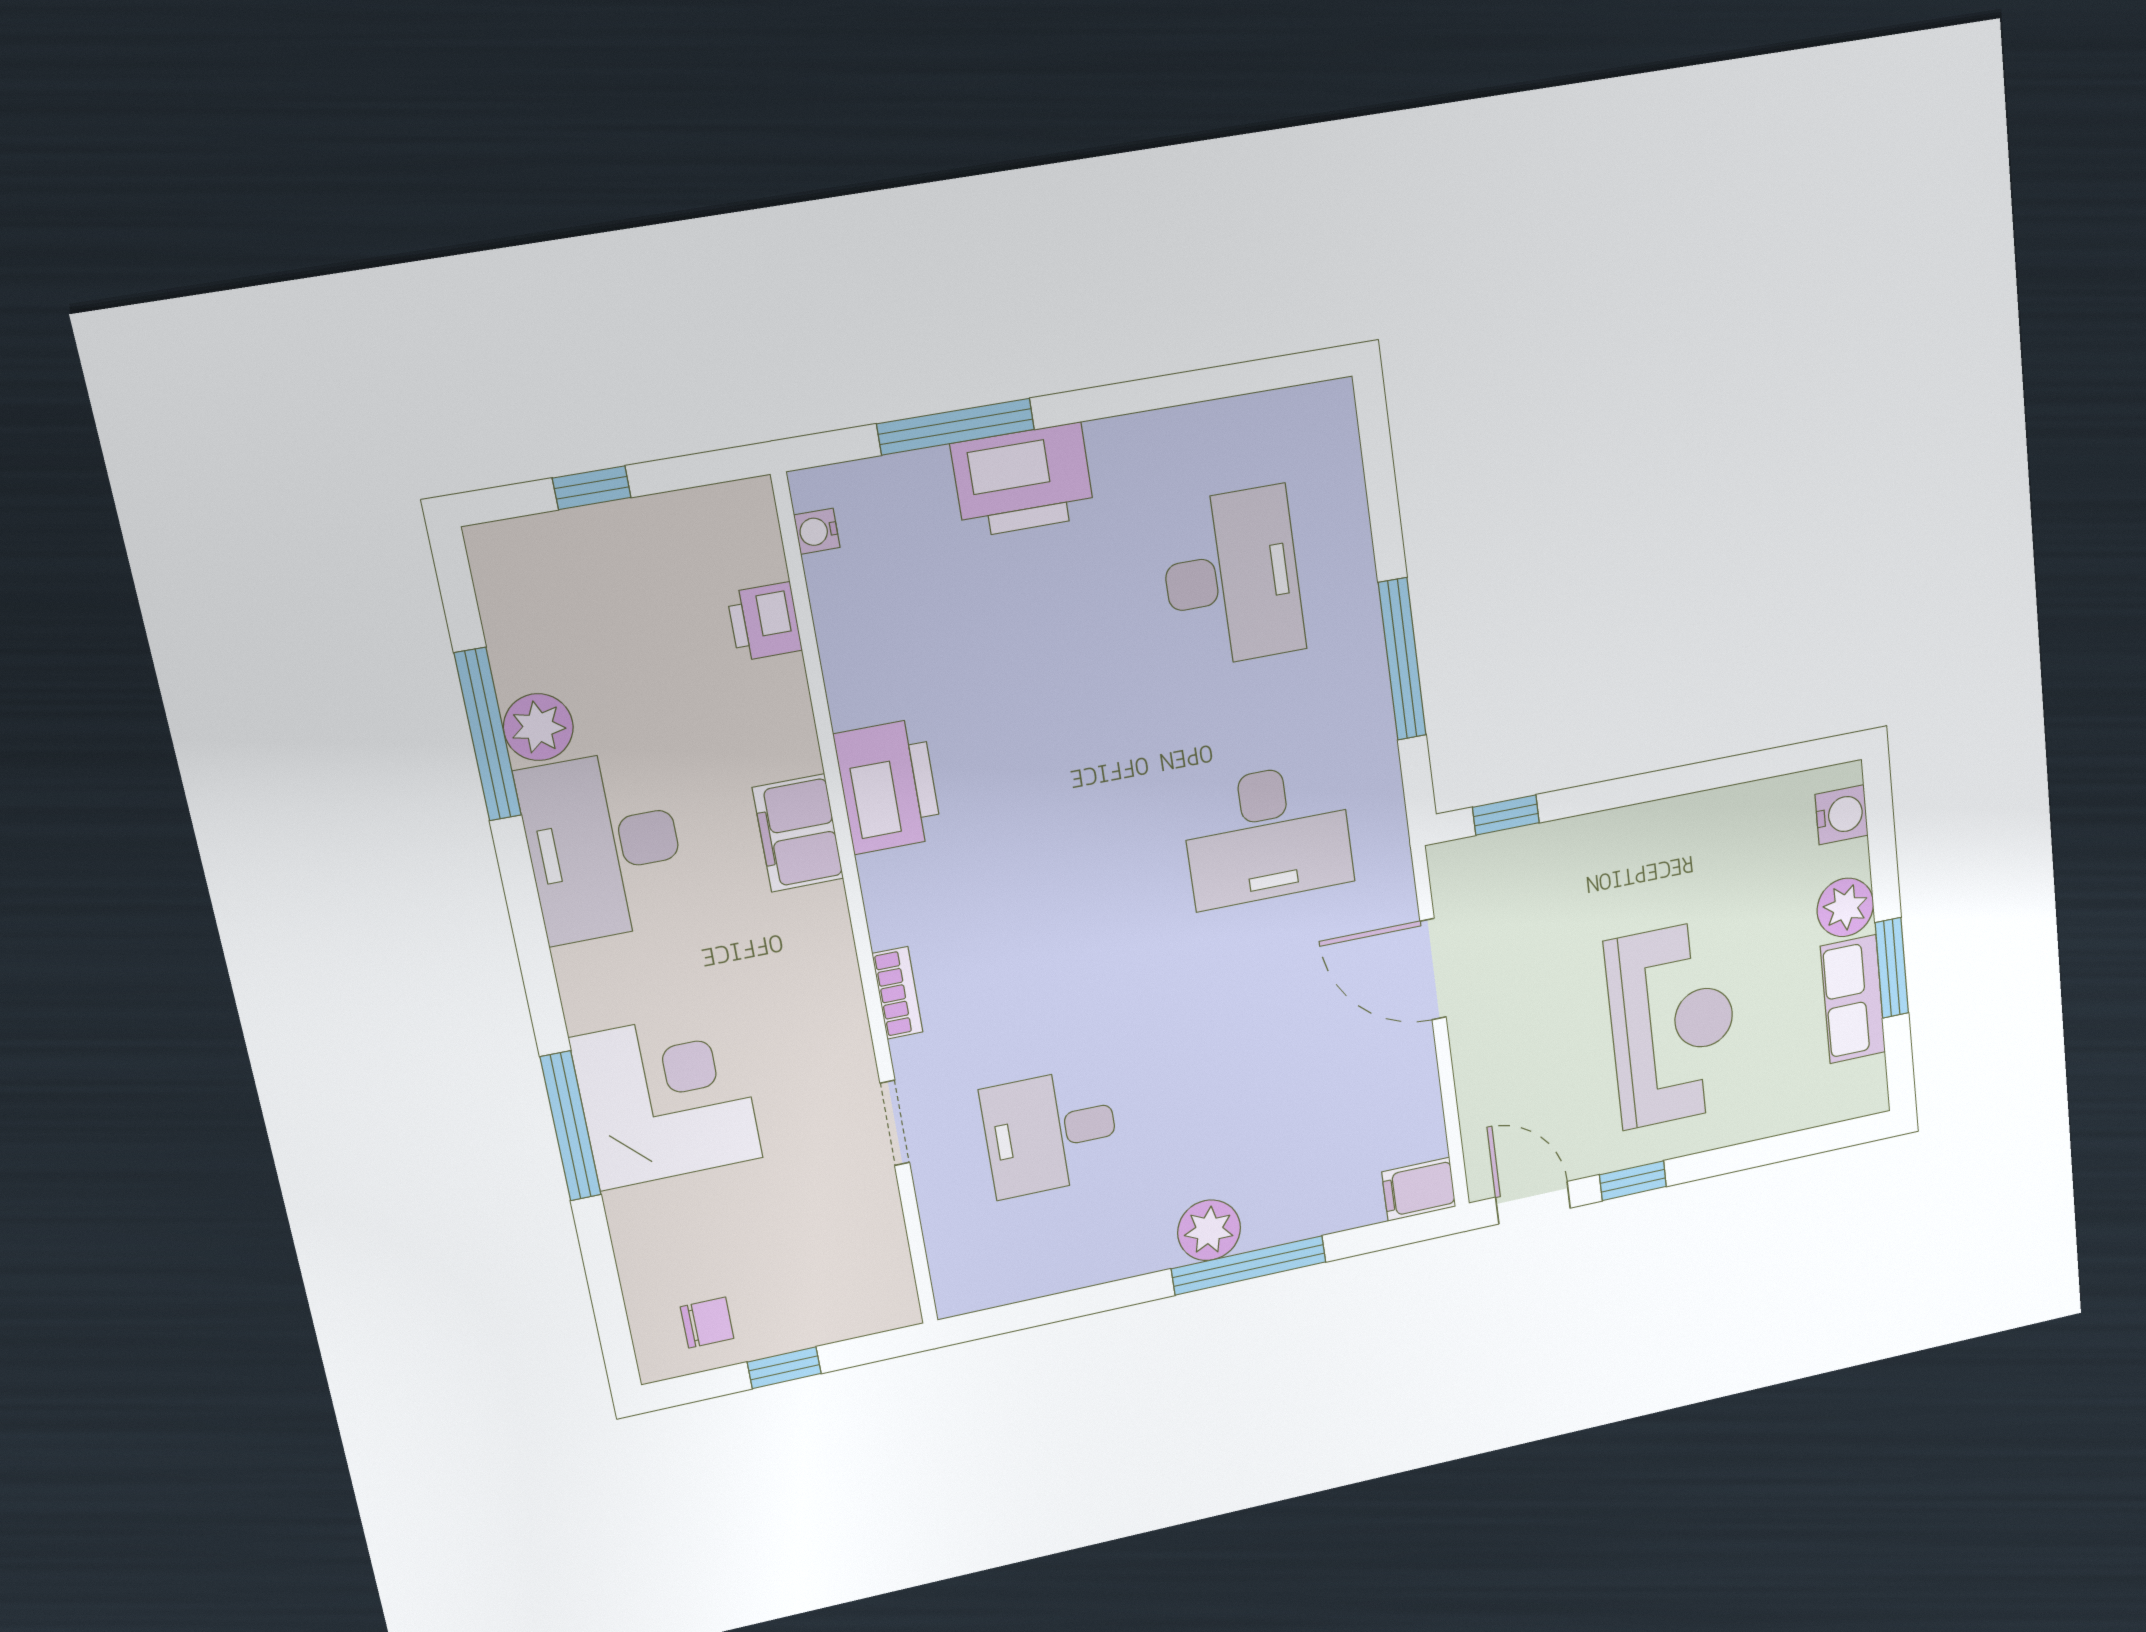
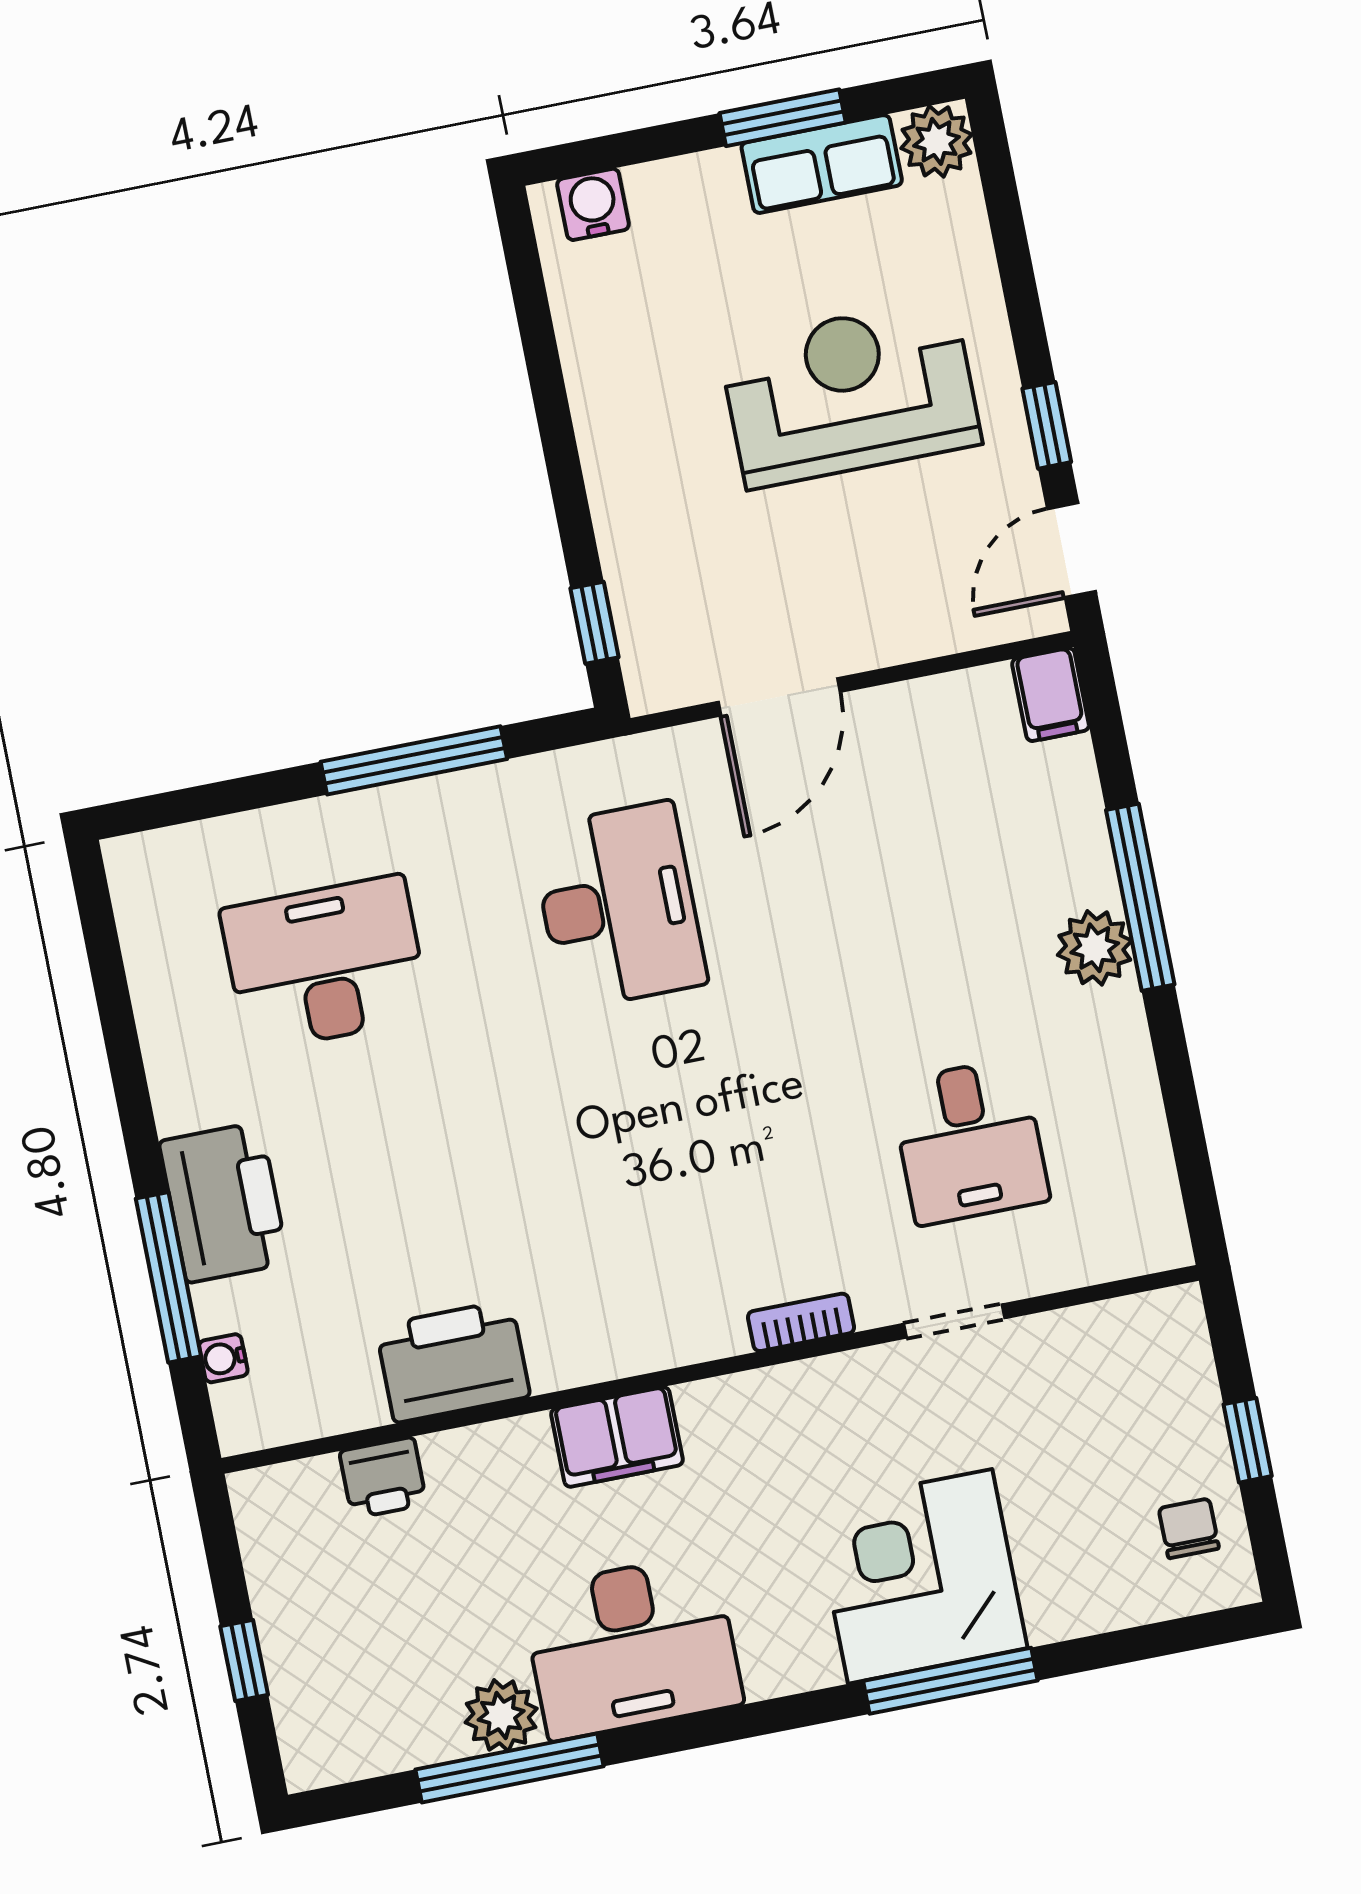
water cooler: (817, 531) -> (223, 1358), moved, turned 90
printer: (888, 786) -> (453, 1361), moved
plant: (1845, 907) -> (936, 141), moved

